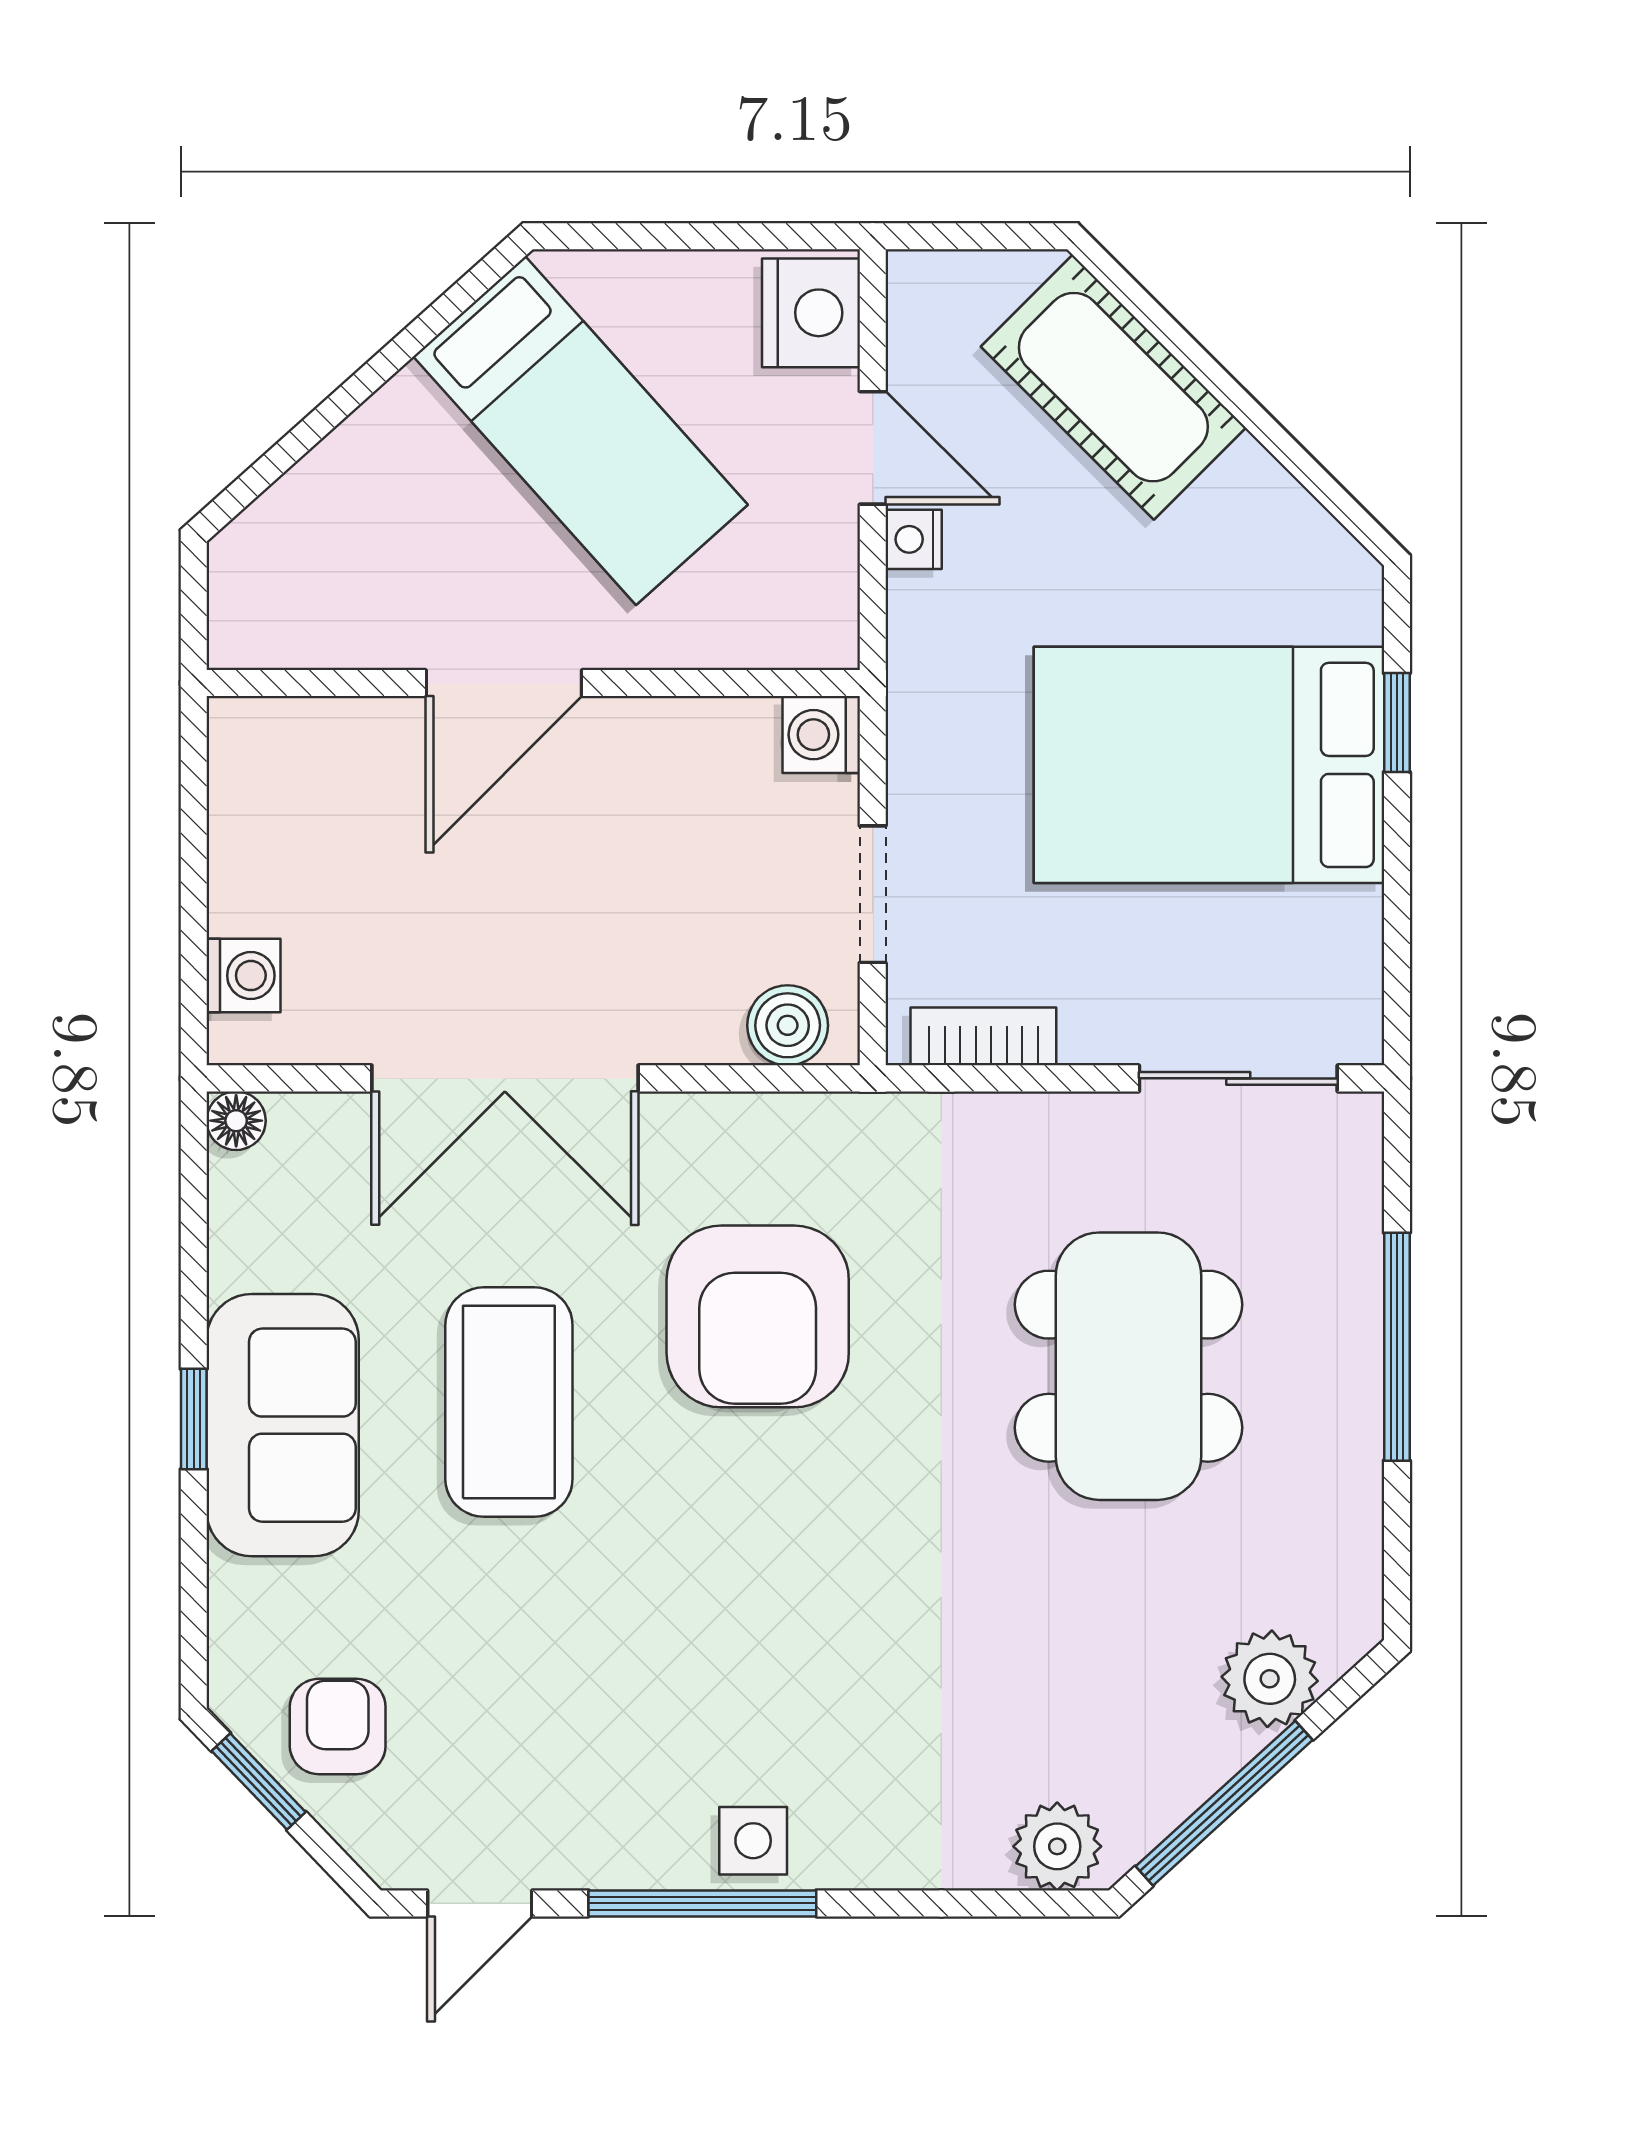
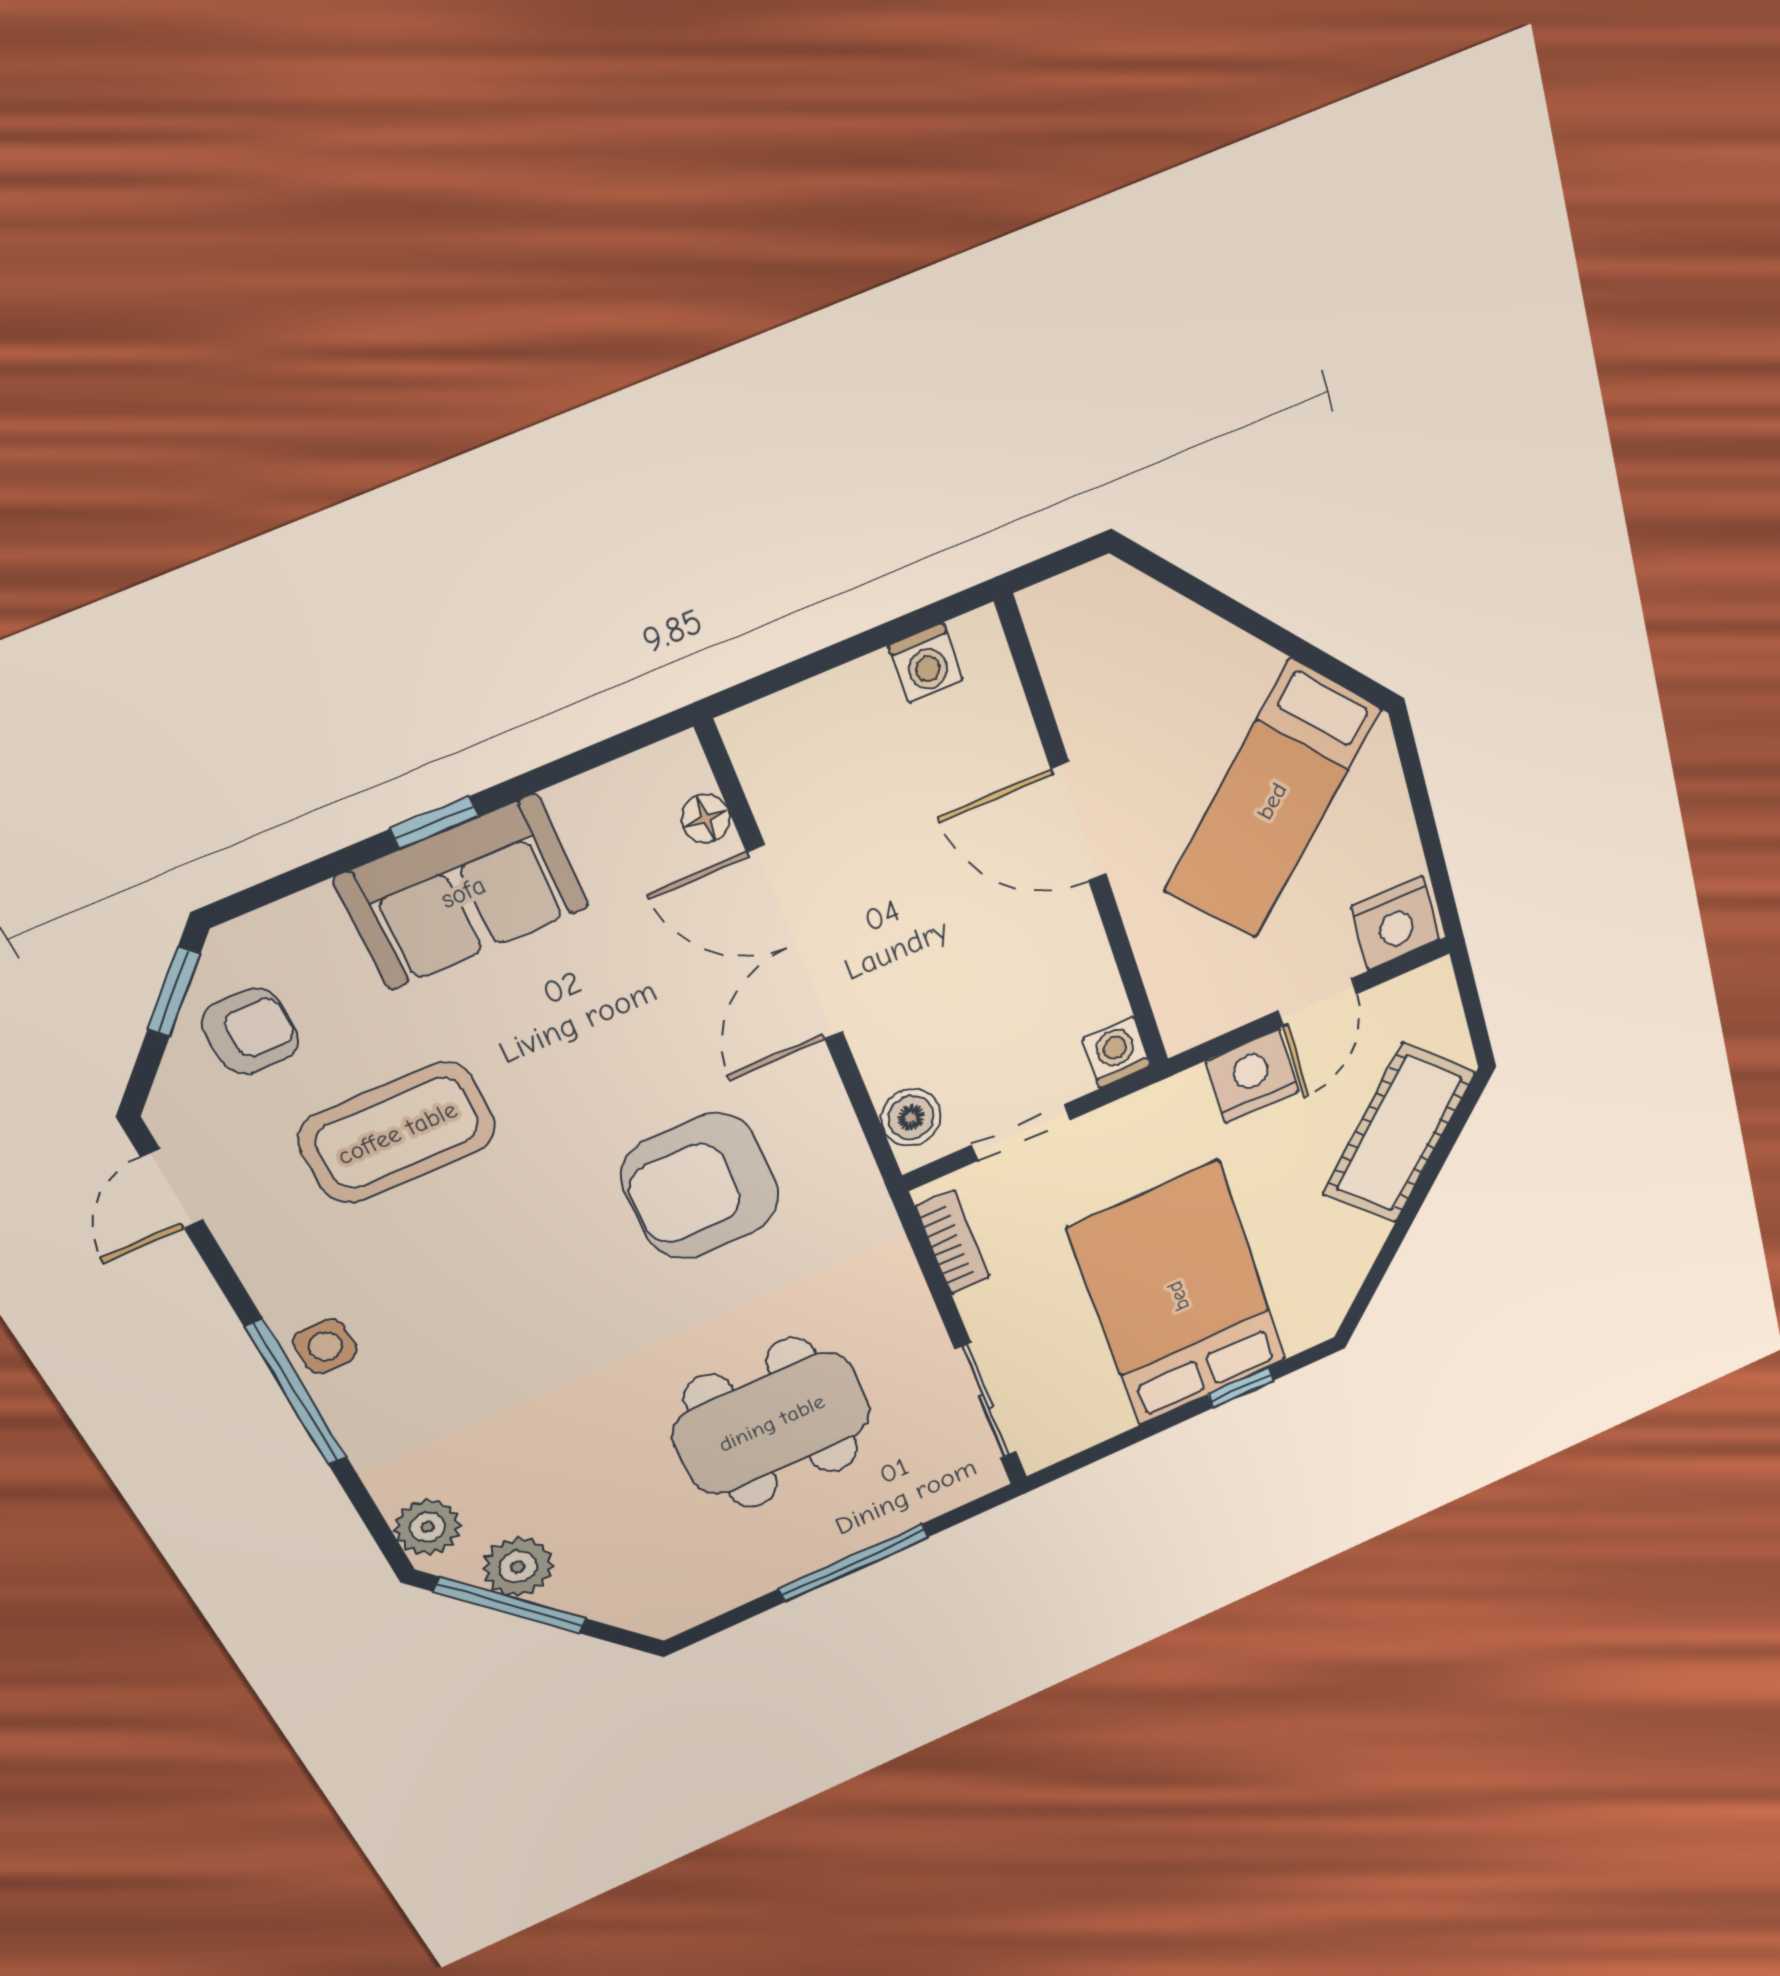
nightstand: (914, 539) -> (1252, 1076), width x1.89, depth x1.79
washing machine: (243, 976) -> (926, 663), moved
floor lamp: (236, 1121) -> (706, 818), moved
coffee table: (509, 1402) -> (397, 1133), moved
plant: (1270, 1679) -> (518, 1567), moved
door: (480, 1903) -> (172, 1189), hinge flipped
window: (702, 1903) -> (296, 1393), moved

